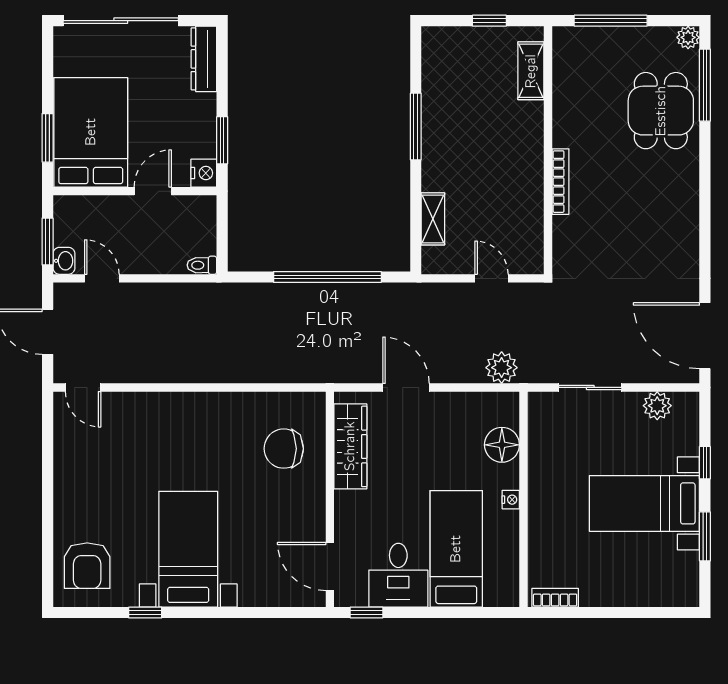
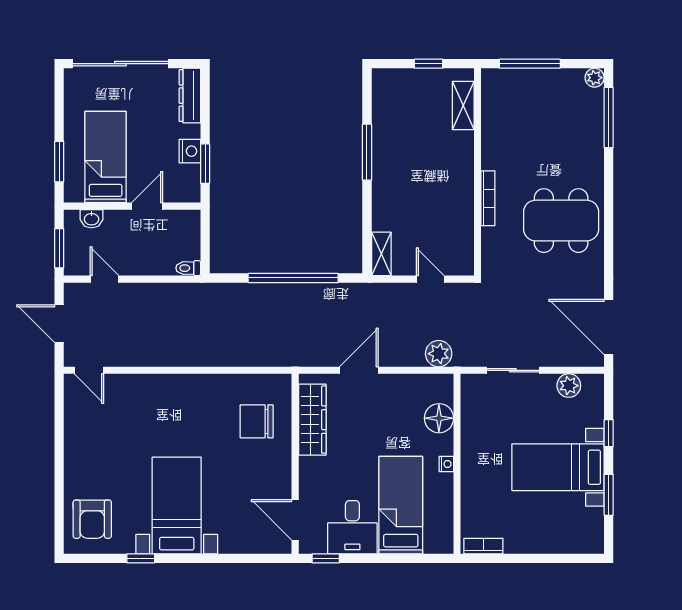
dining table: (661, 111) -> (561, 221), moved, width x1.38
bed: (91, 132) -> (106, 157), width x0.67
nightstand: (204, 173) -> (190, 151), moved
shelving: (433, 219) -> (381, 254), moved
washbasin: (64, 261) -> (91, 219), moved, turned 90
door: (406, 387) -> (359, 370), hinge flipped

